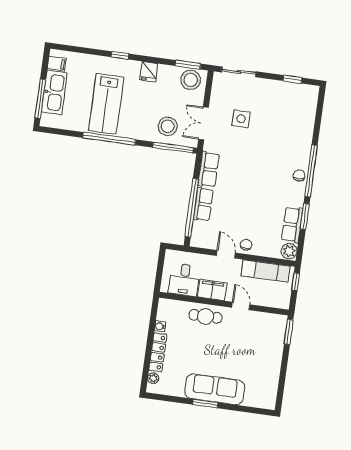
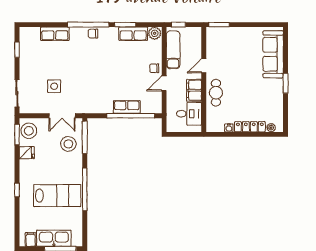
fridge: (149, 72) -> (27, 153), moved
row of seats: (209, 169) -> (55, 34), moved, turned 180
sofa: (215, 389) -> (273, 54), moved

